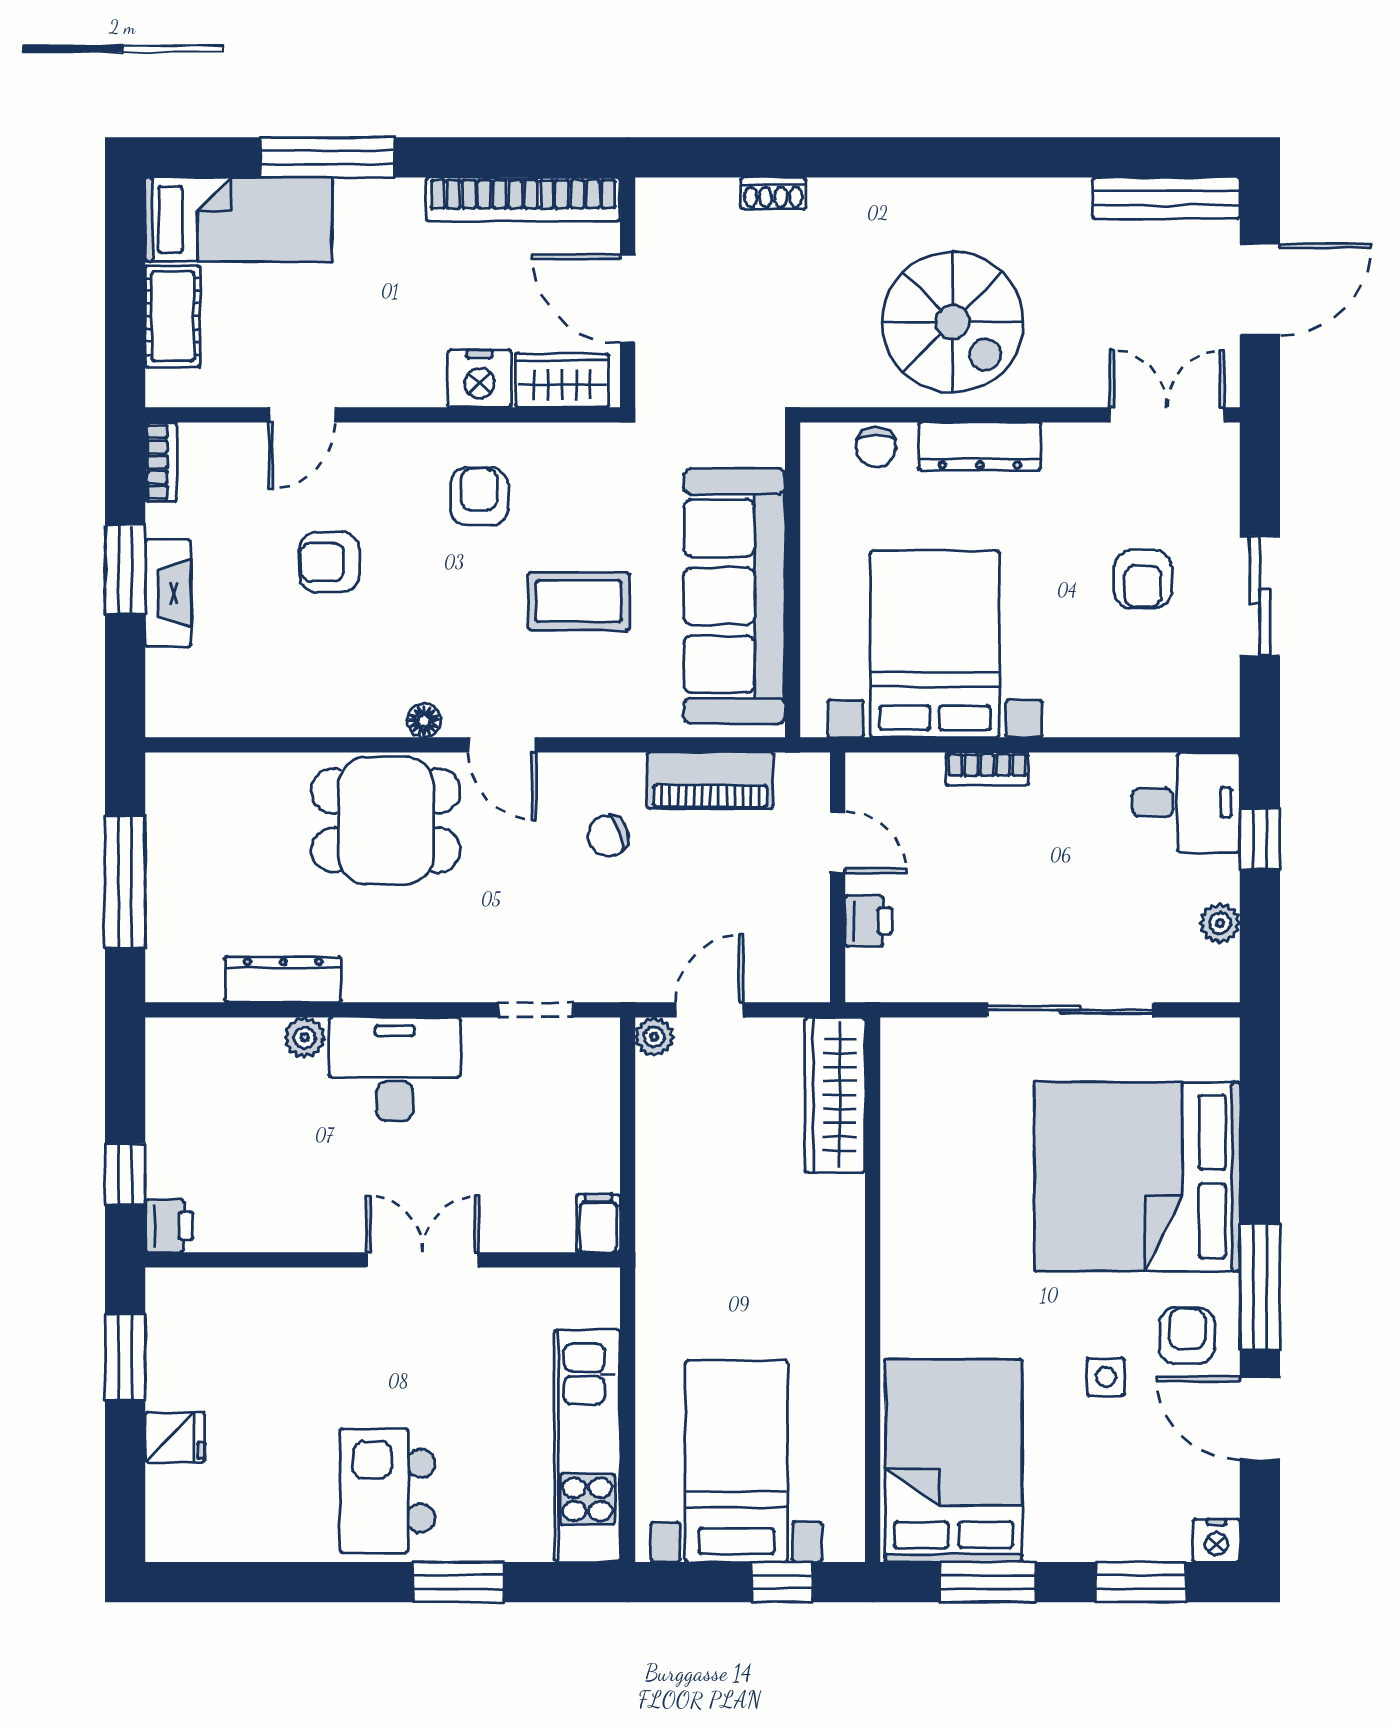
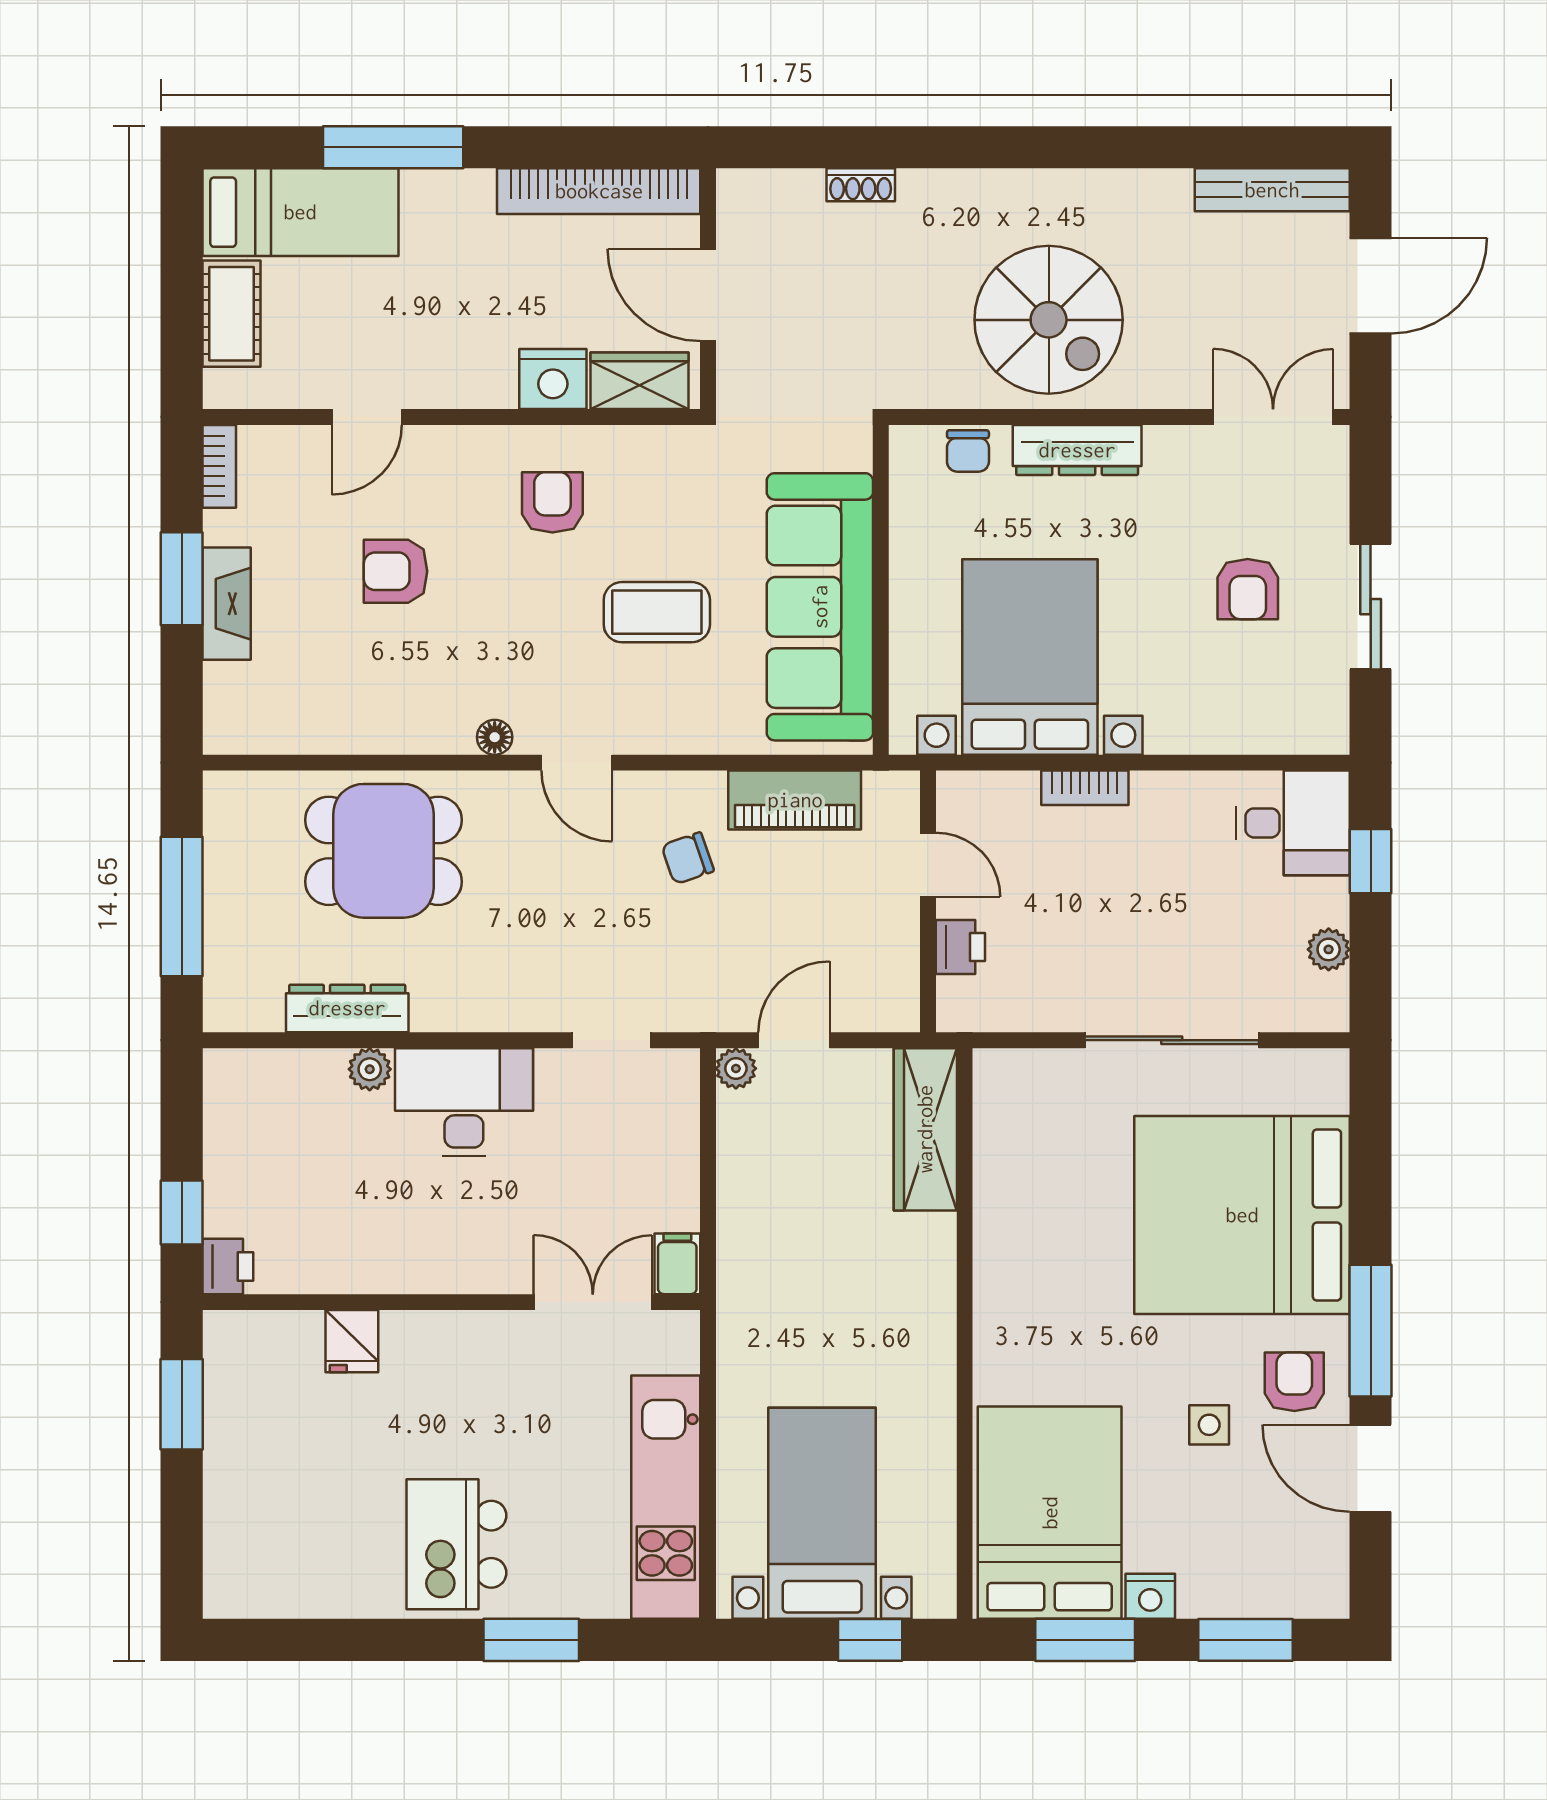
dining table: (386, 821) -> (383, 851), moved
double door: (423, 1260) -> (593, 1302), moved
fridge: (175, 1437) -> (352, 1341), moved, turned 90
nightstand: (1216, 1541) -> (1150, 1596), moved

